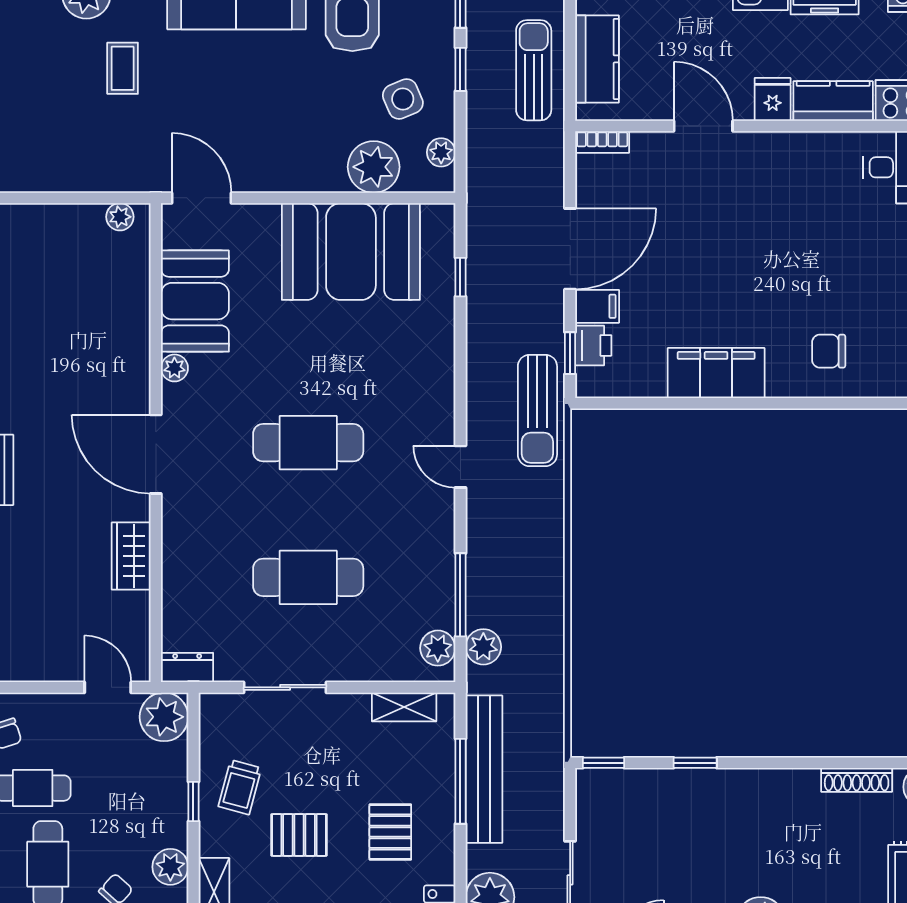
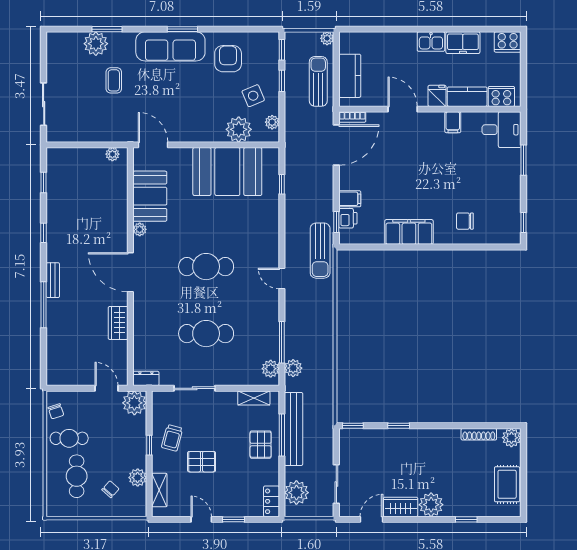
filing cabinet: (804, 152) -> (453, 122), added
door: (570, 249) -> (336, 145), moved
pallet: (390, 832) -> (261, 445), moved

